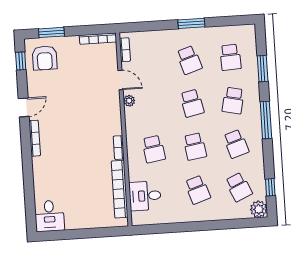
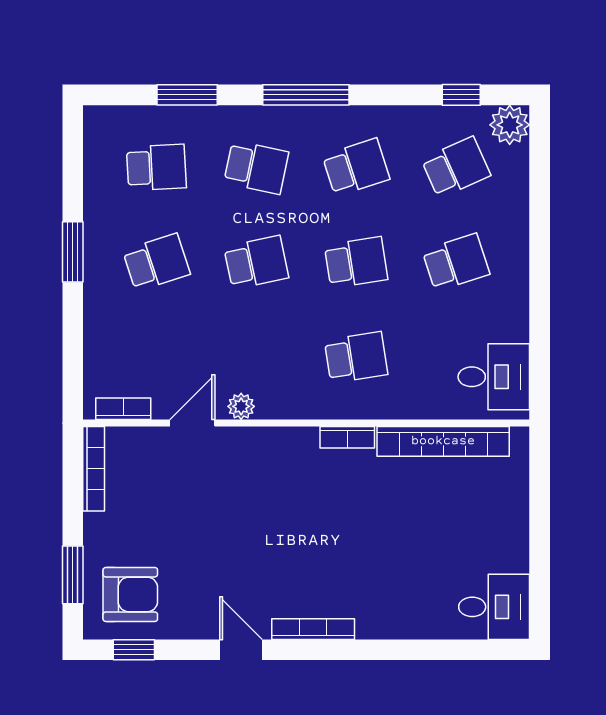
desk: (145, 196) -> (494, 377), moved, turned -90

